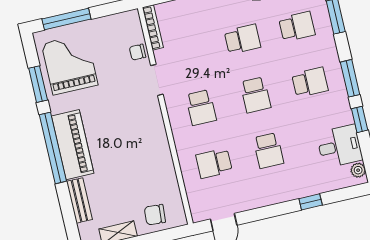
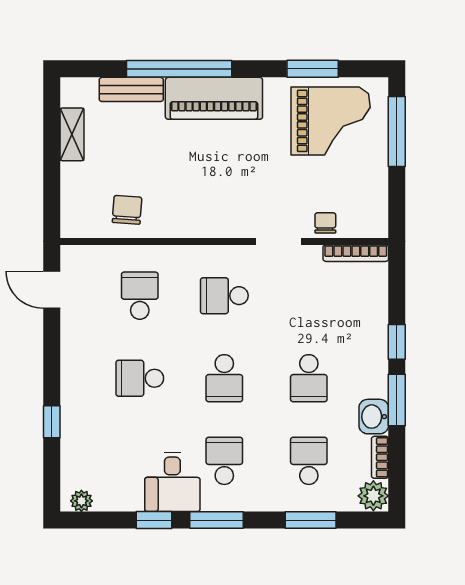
school desk: (297, 27) -> (309, 461), turned 180
school desk: (310, 82) -> (224, 461), turned 180
school desk: (255, 95) -> (224, 378), turned -90
desk: (339, 146) -> (172, 482), moved
window: (53, 148) -> (179, 69), moved
chair: (155, 215) -> (127, 210), moved

